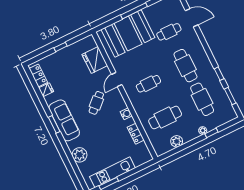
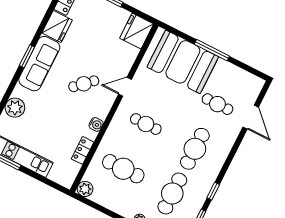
fridge: (95, 60) -> (137, 31), moved
fridge: (46, 90) -> (57, 26), width x1.88, depth x1.34
plant: (177, 141) -> (85, 189), moved

